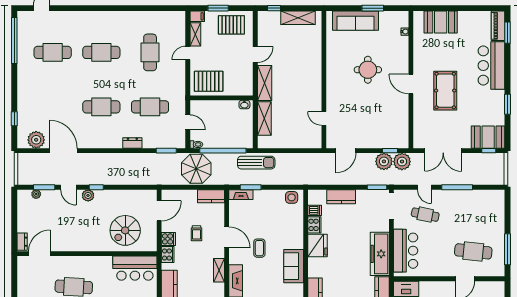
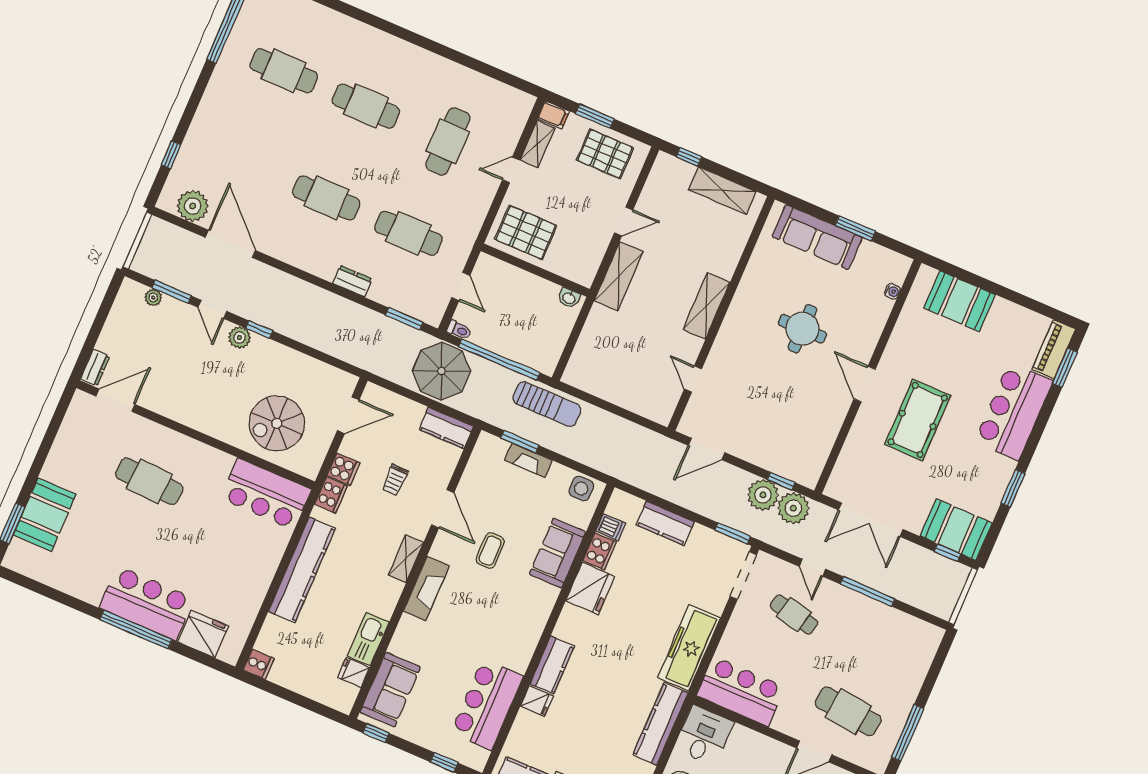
shelving: (264, 118) -> (706, 306), moved
fireplace: (241, 195) -> (528, 460), moved
bar counter: (406, 251) -> (741, 691), moved, turned -90
sofa: (294, 266) -> (558, 553), moved

